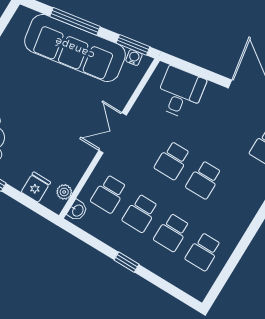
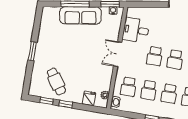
sofa: (75, 48) -> (80, 15), width x0.74, depth x0.79
desk: (180, 93) -> (136, 30), moved, turned -81

